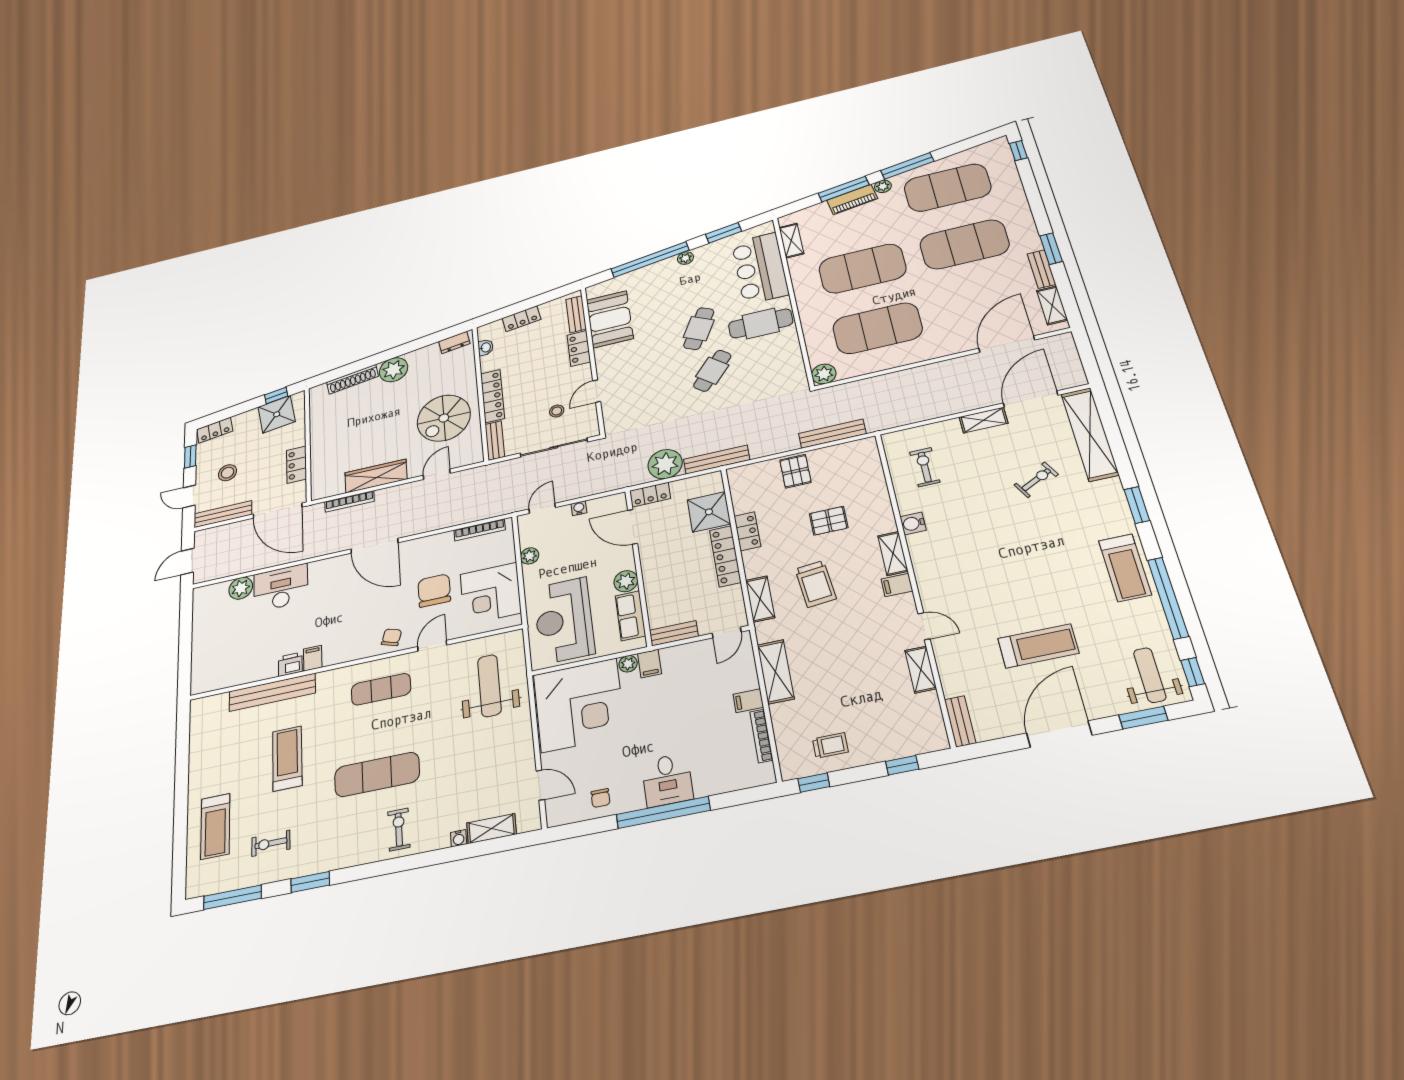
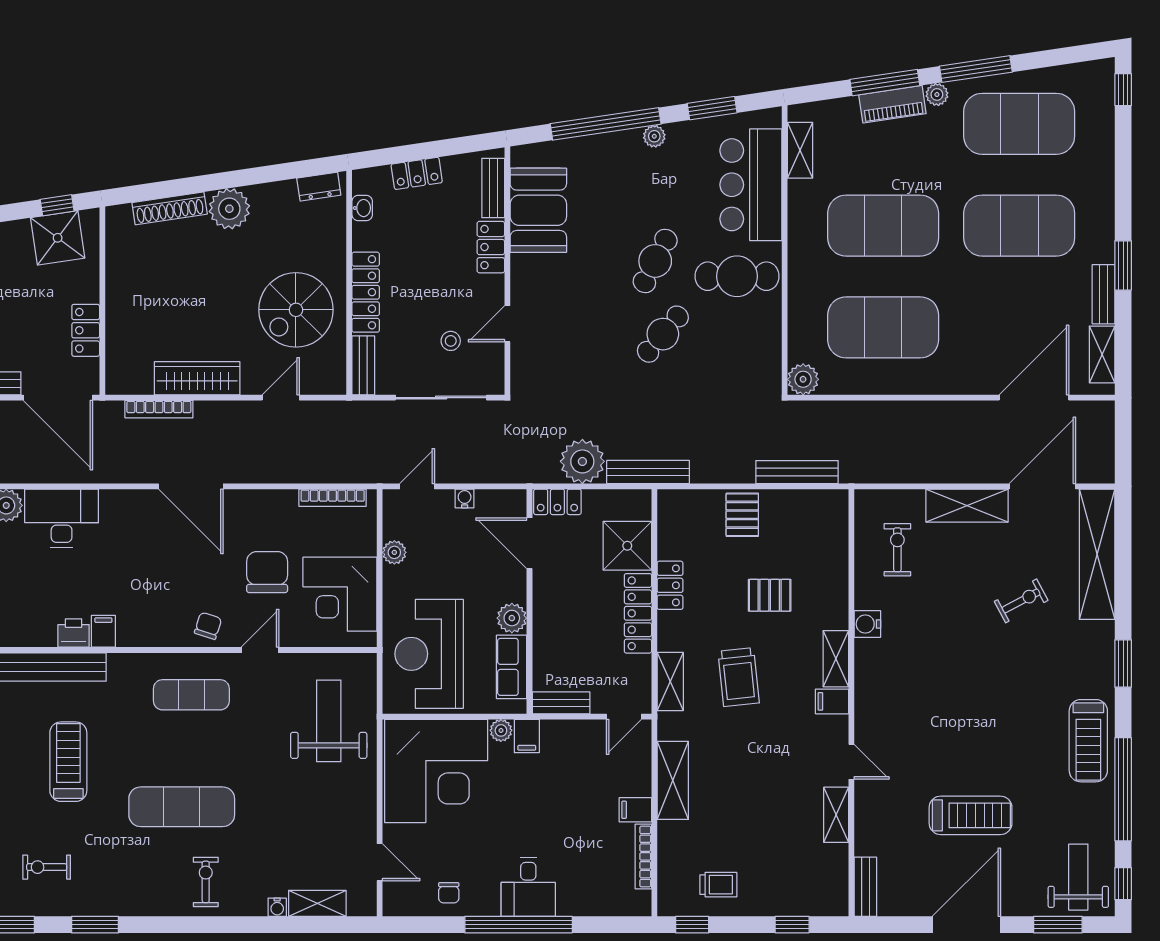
shelving: (984, 420) -> (967, 506), width x1.50, depth x1.33

